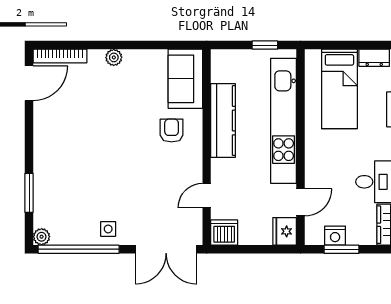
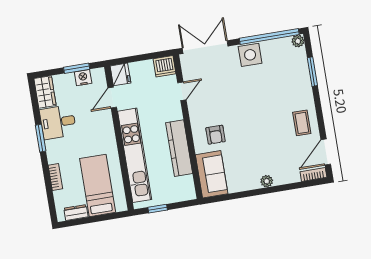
bookcase: (60, 56) -> (313, 175), width x0.64
coffee table: (54, 127) -> (302, 123), added
side table: (108, 229) -> (250, 55), width x1.87, depth x1.87

